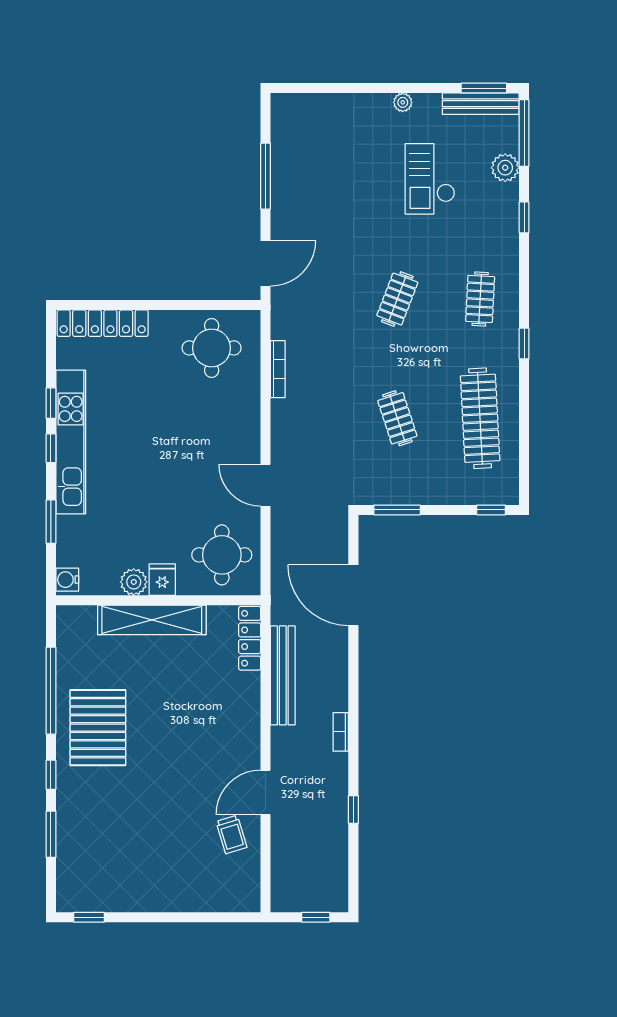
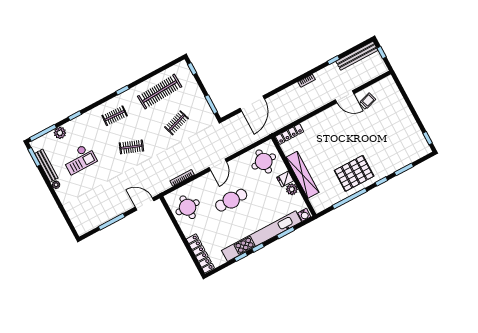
bench: (481, 104) -> (46, 166), moved
kitchen unit: (71, 442) -> (262, 236), width x1.36
cafe table: (178, 445) -> (231, 200), added
door: (266, 485) -> (218, 165), moved
bench: (283, 675) -> (357, 56), moved

